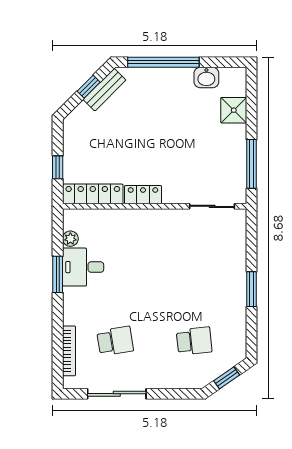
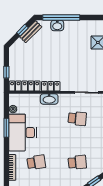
washbasin: (206, 78) -> (57, 25), moved
washbasin: (140, 219) -> (49, 99), added
school desk: (194, 257) -> (77, 118), added
desk: (83, 267) -> (23, 133), width x1.87, depth x1.30

